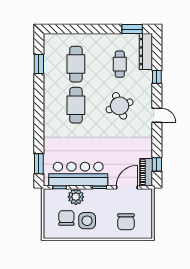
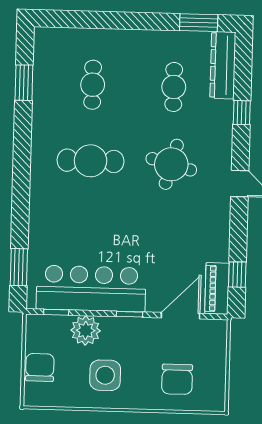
cafe table: (76, 64) -> (93, 85), width x0.73, depth x0.74
cafe table: (76, 105) -> (91, 161), turned 90
round table: (120, 106) -> (171, 164), turned 35
chair: (66, 218) -> (40, 367), moved

